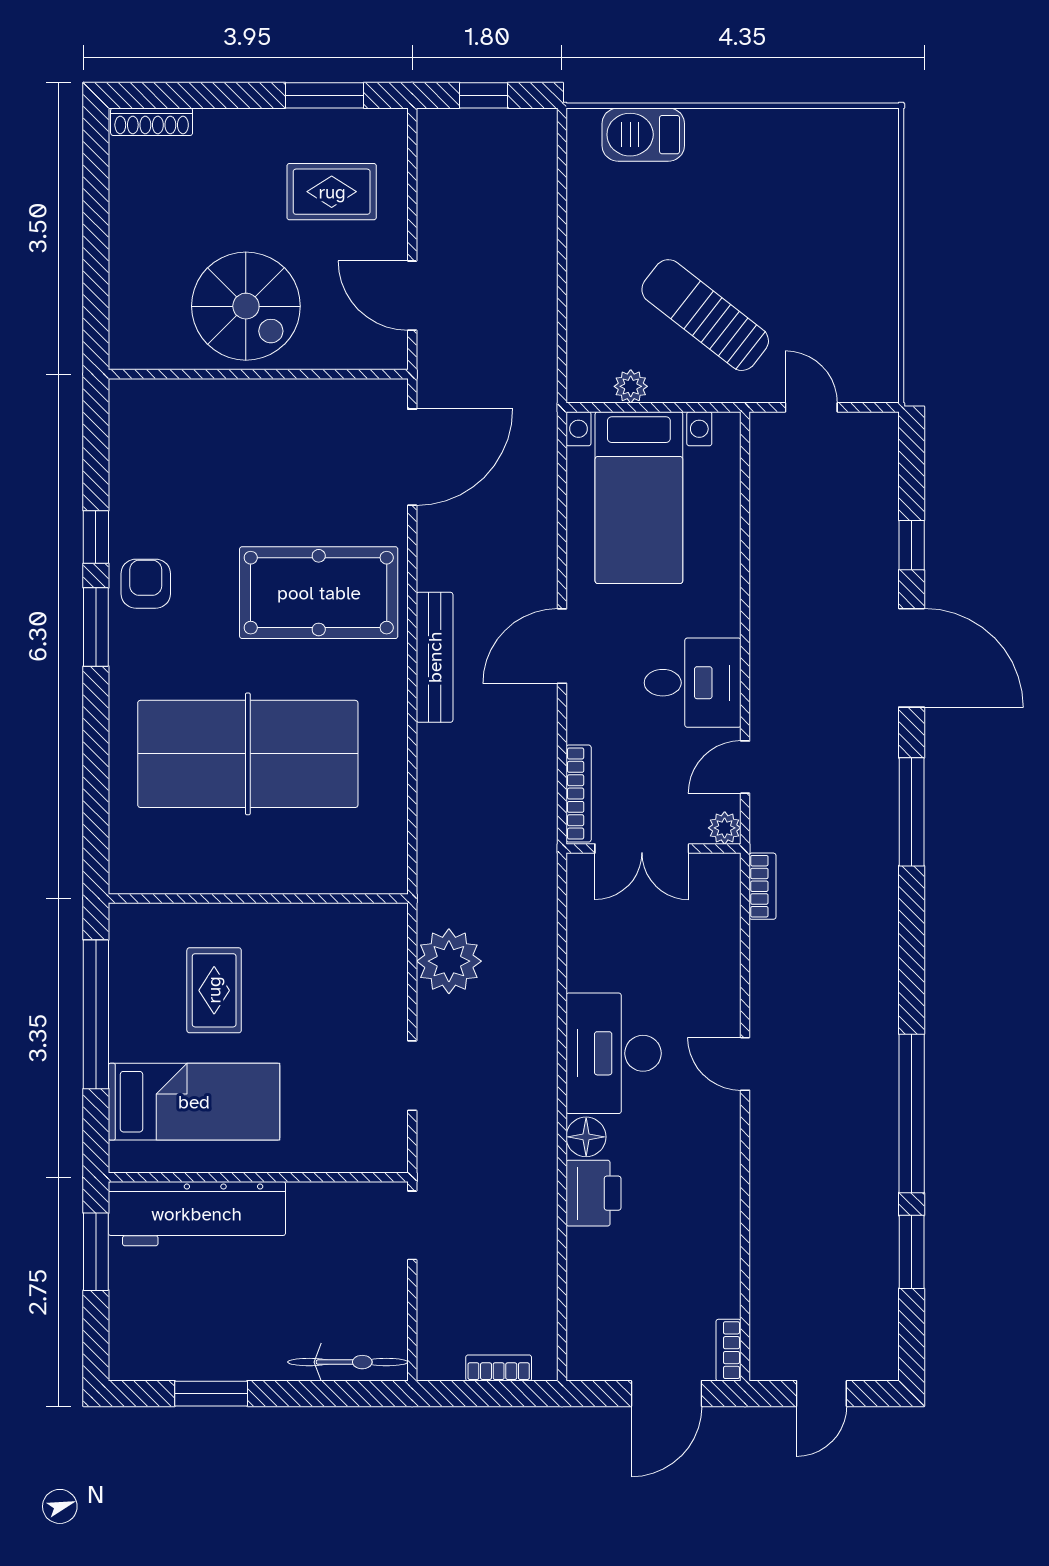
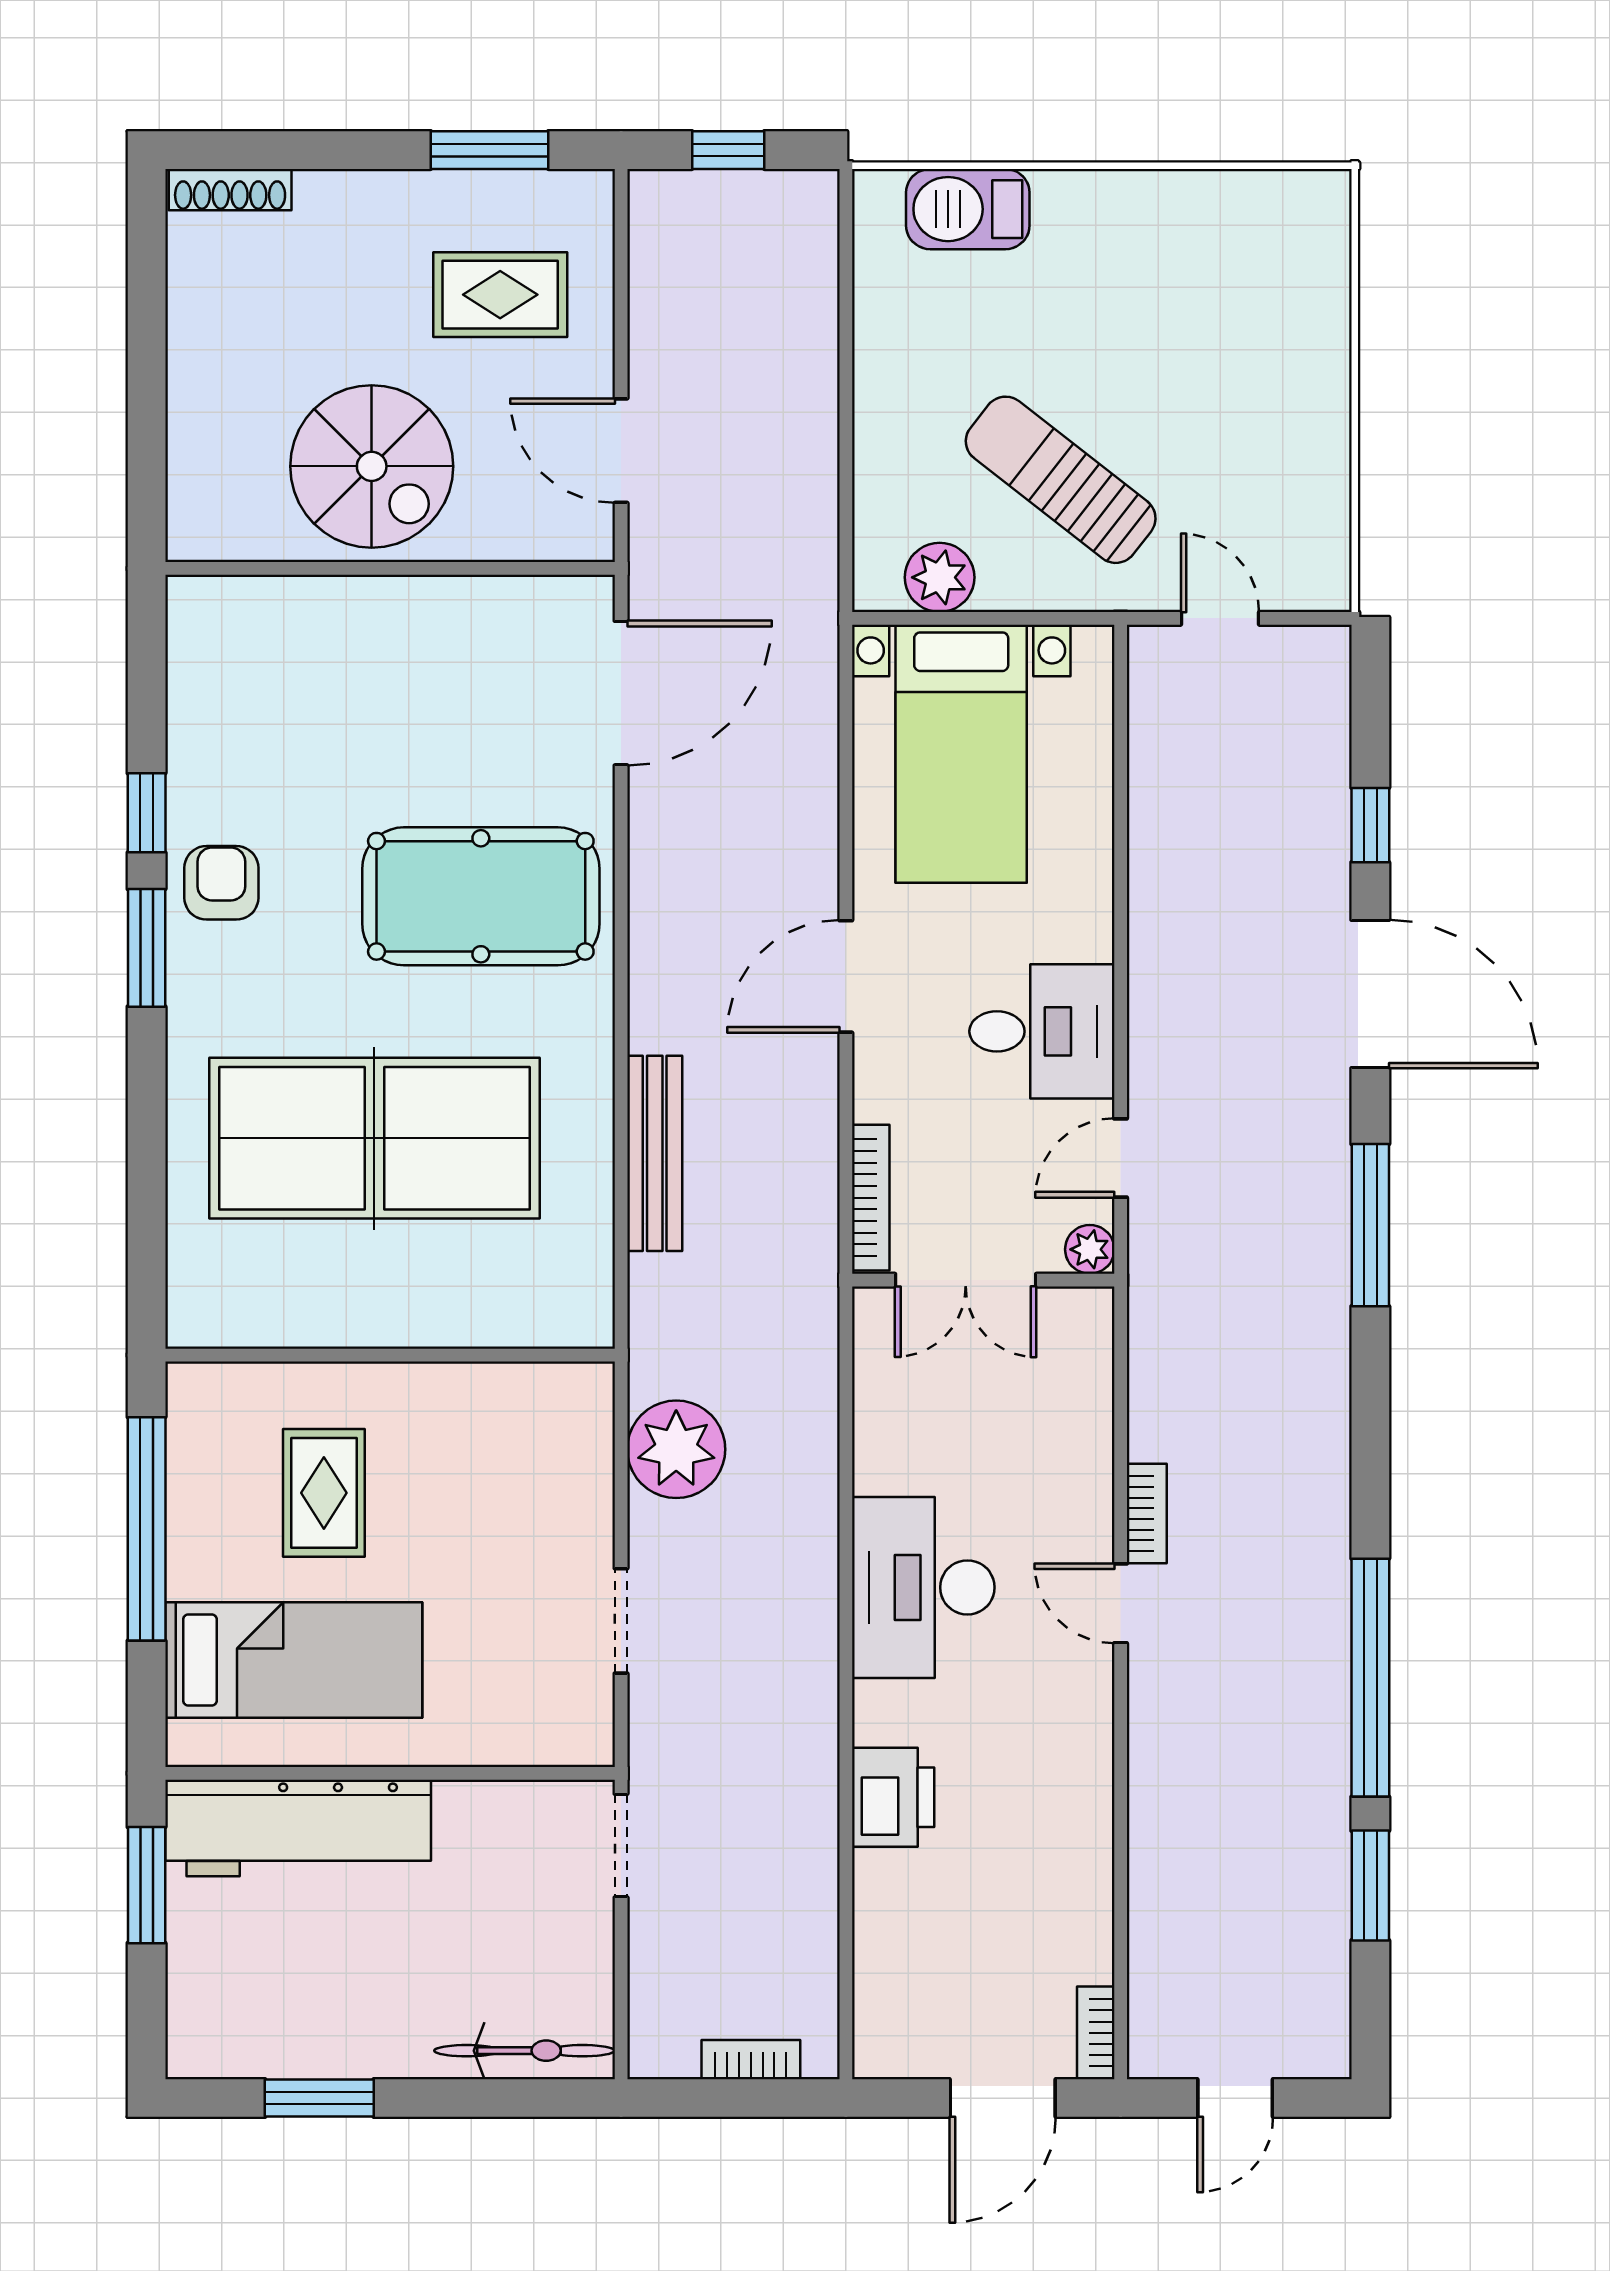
plant: (631, 386) -> (940, 577), width x1.38, depth x1.38
bench: (435, 657) -> (655, 1153), moved
bookcase: (763, 886) -> (1147, 1514), moved
floor lamp: (586, 1137) -> (882, 1713), removed

